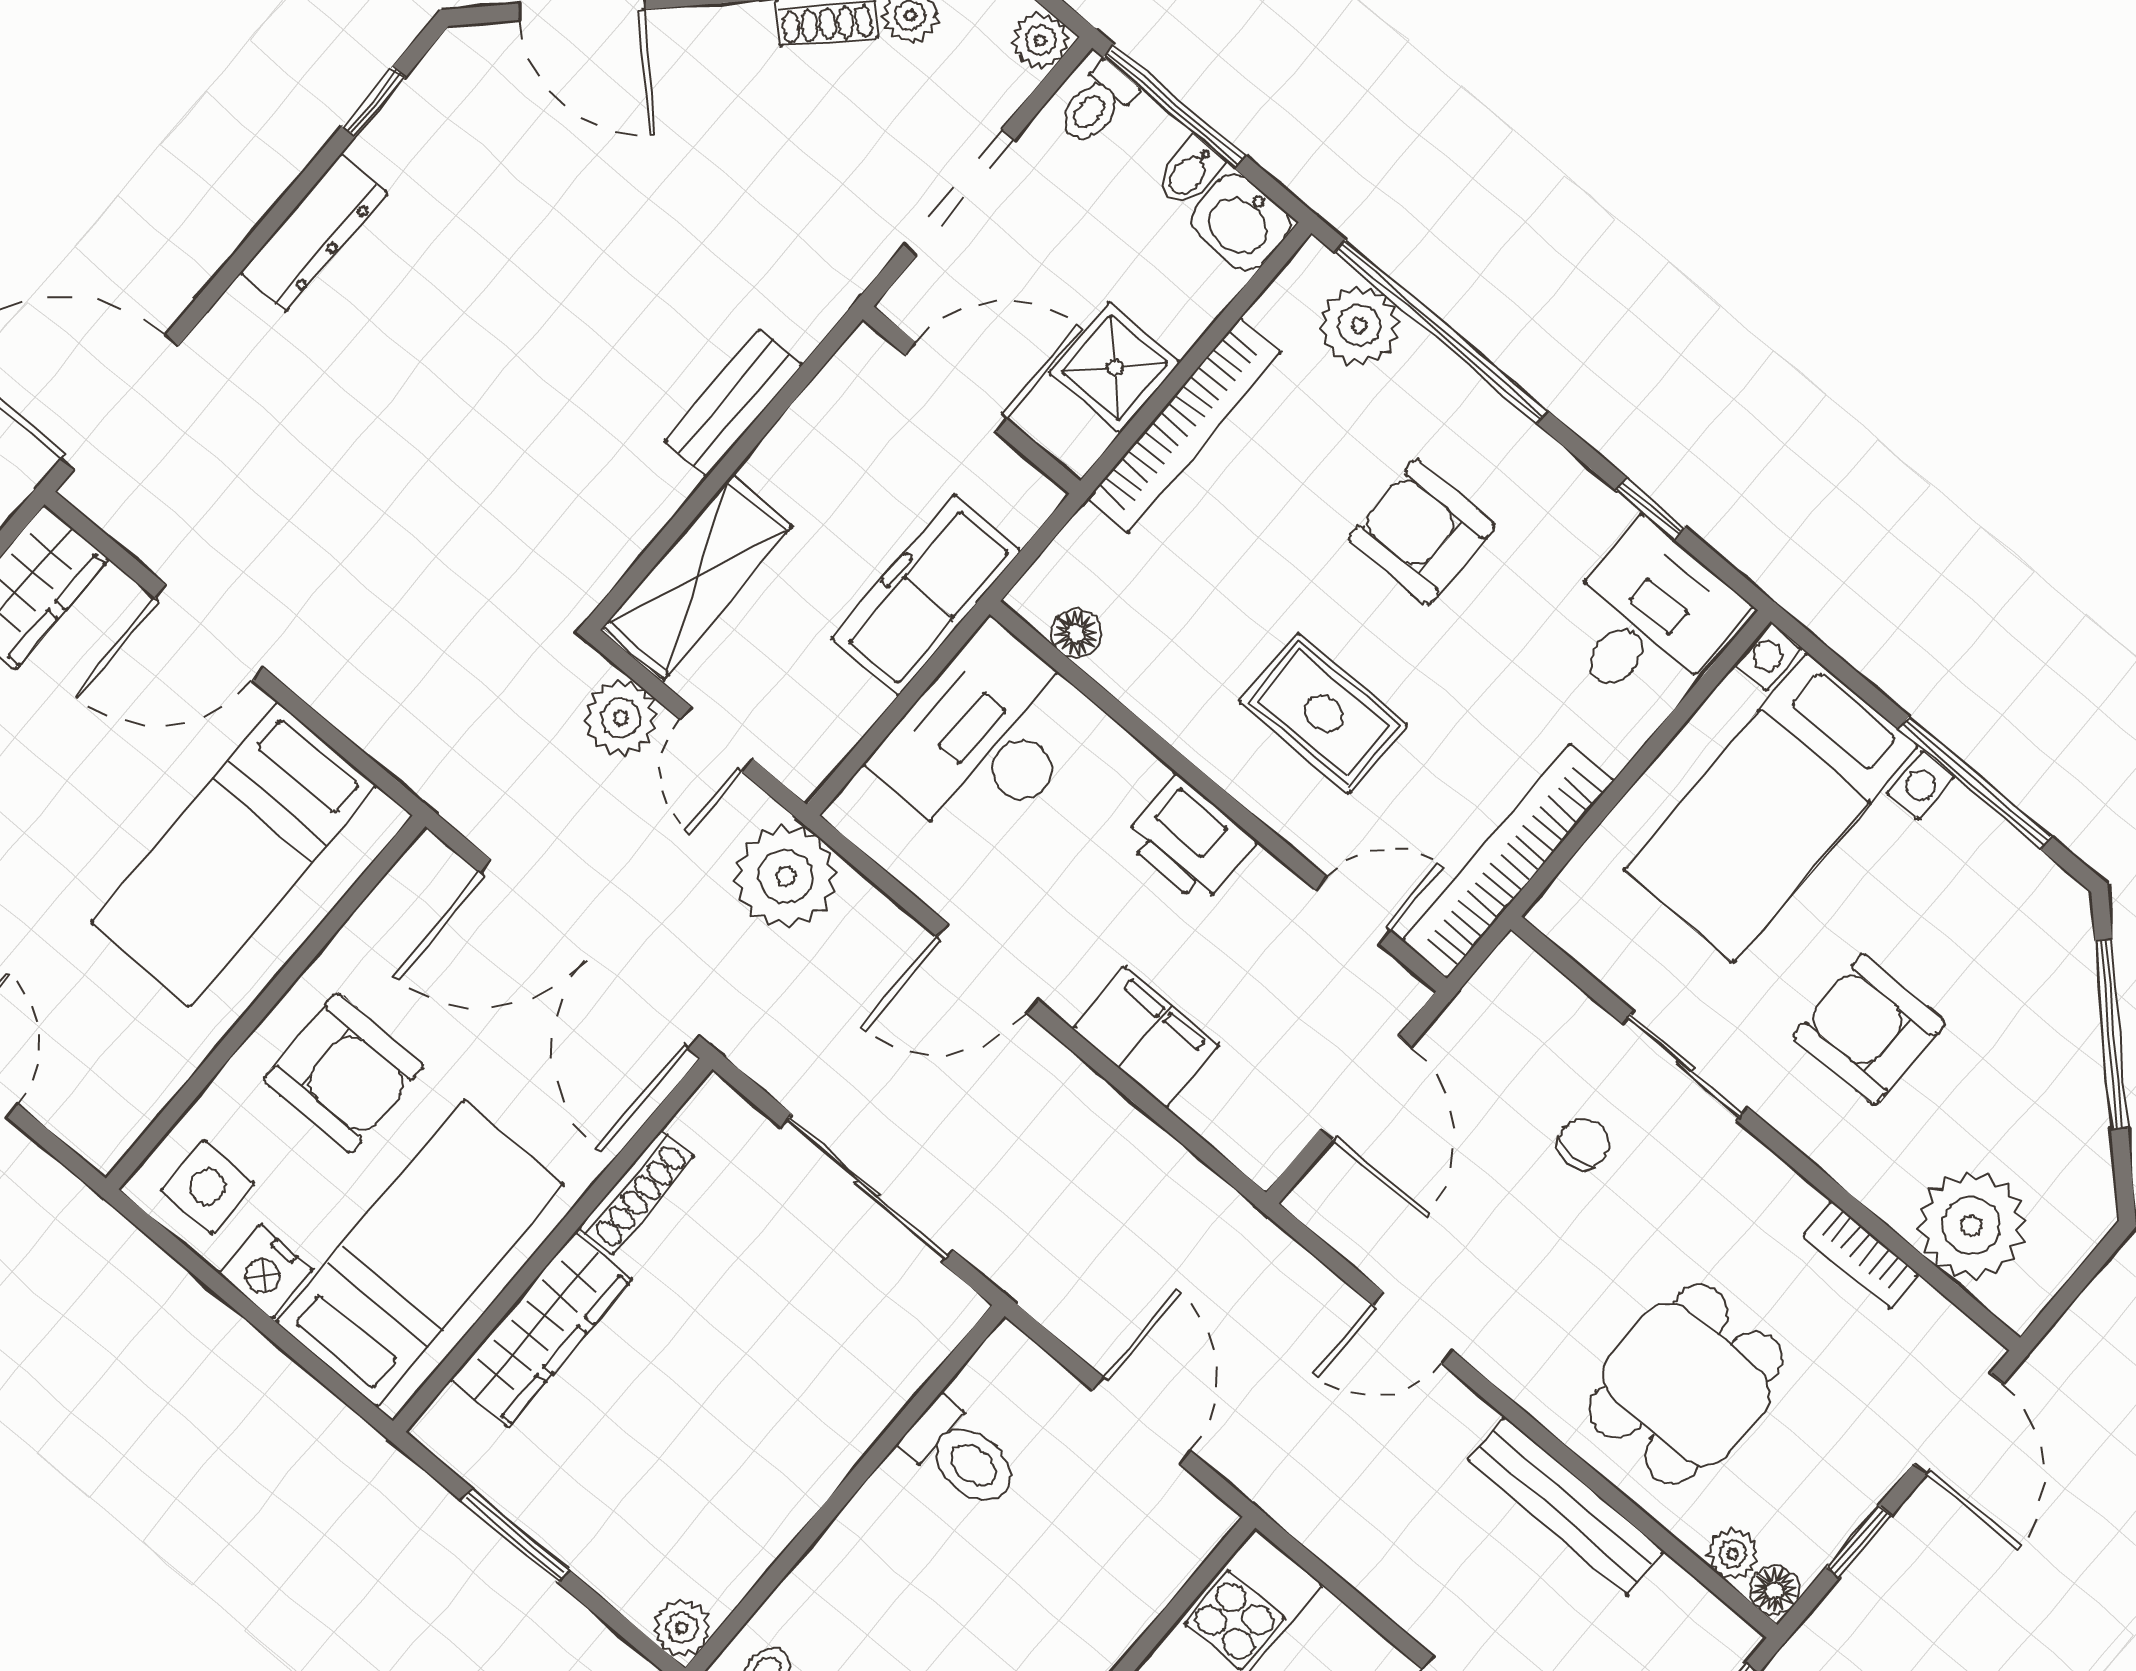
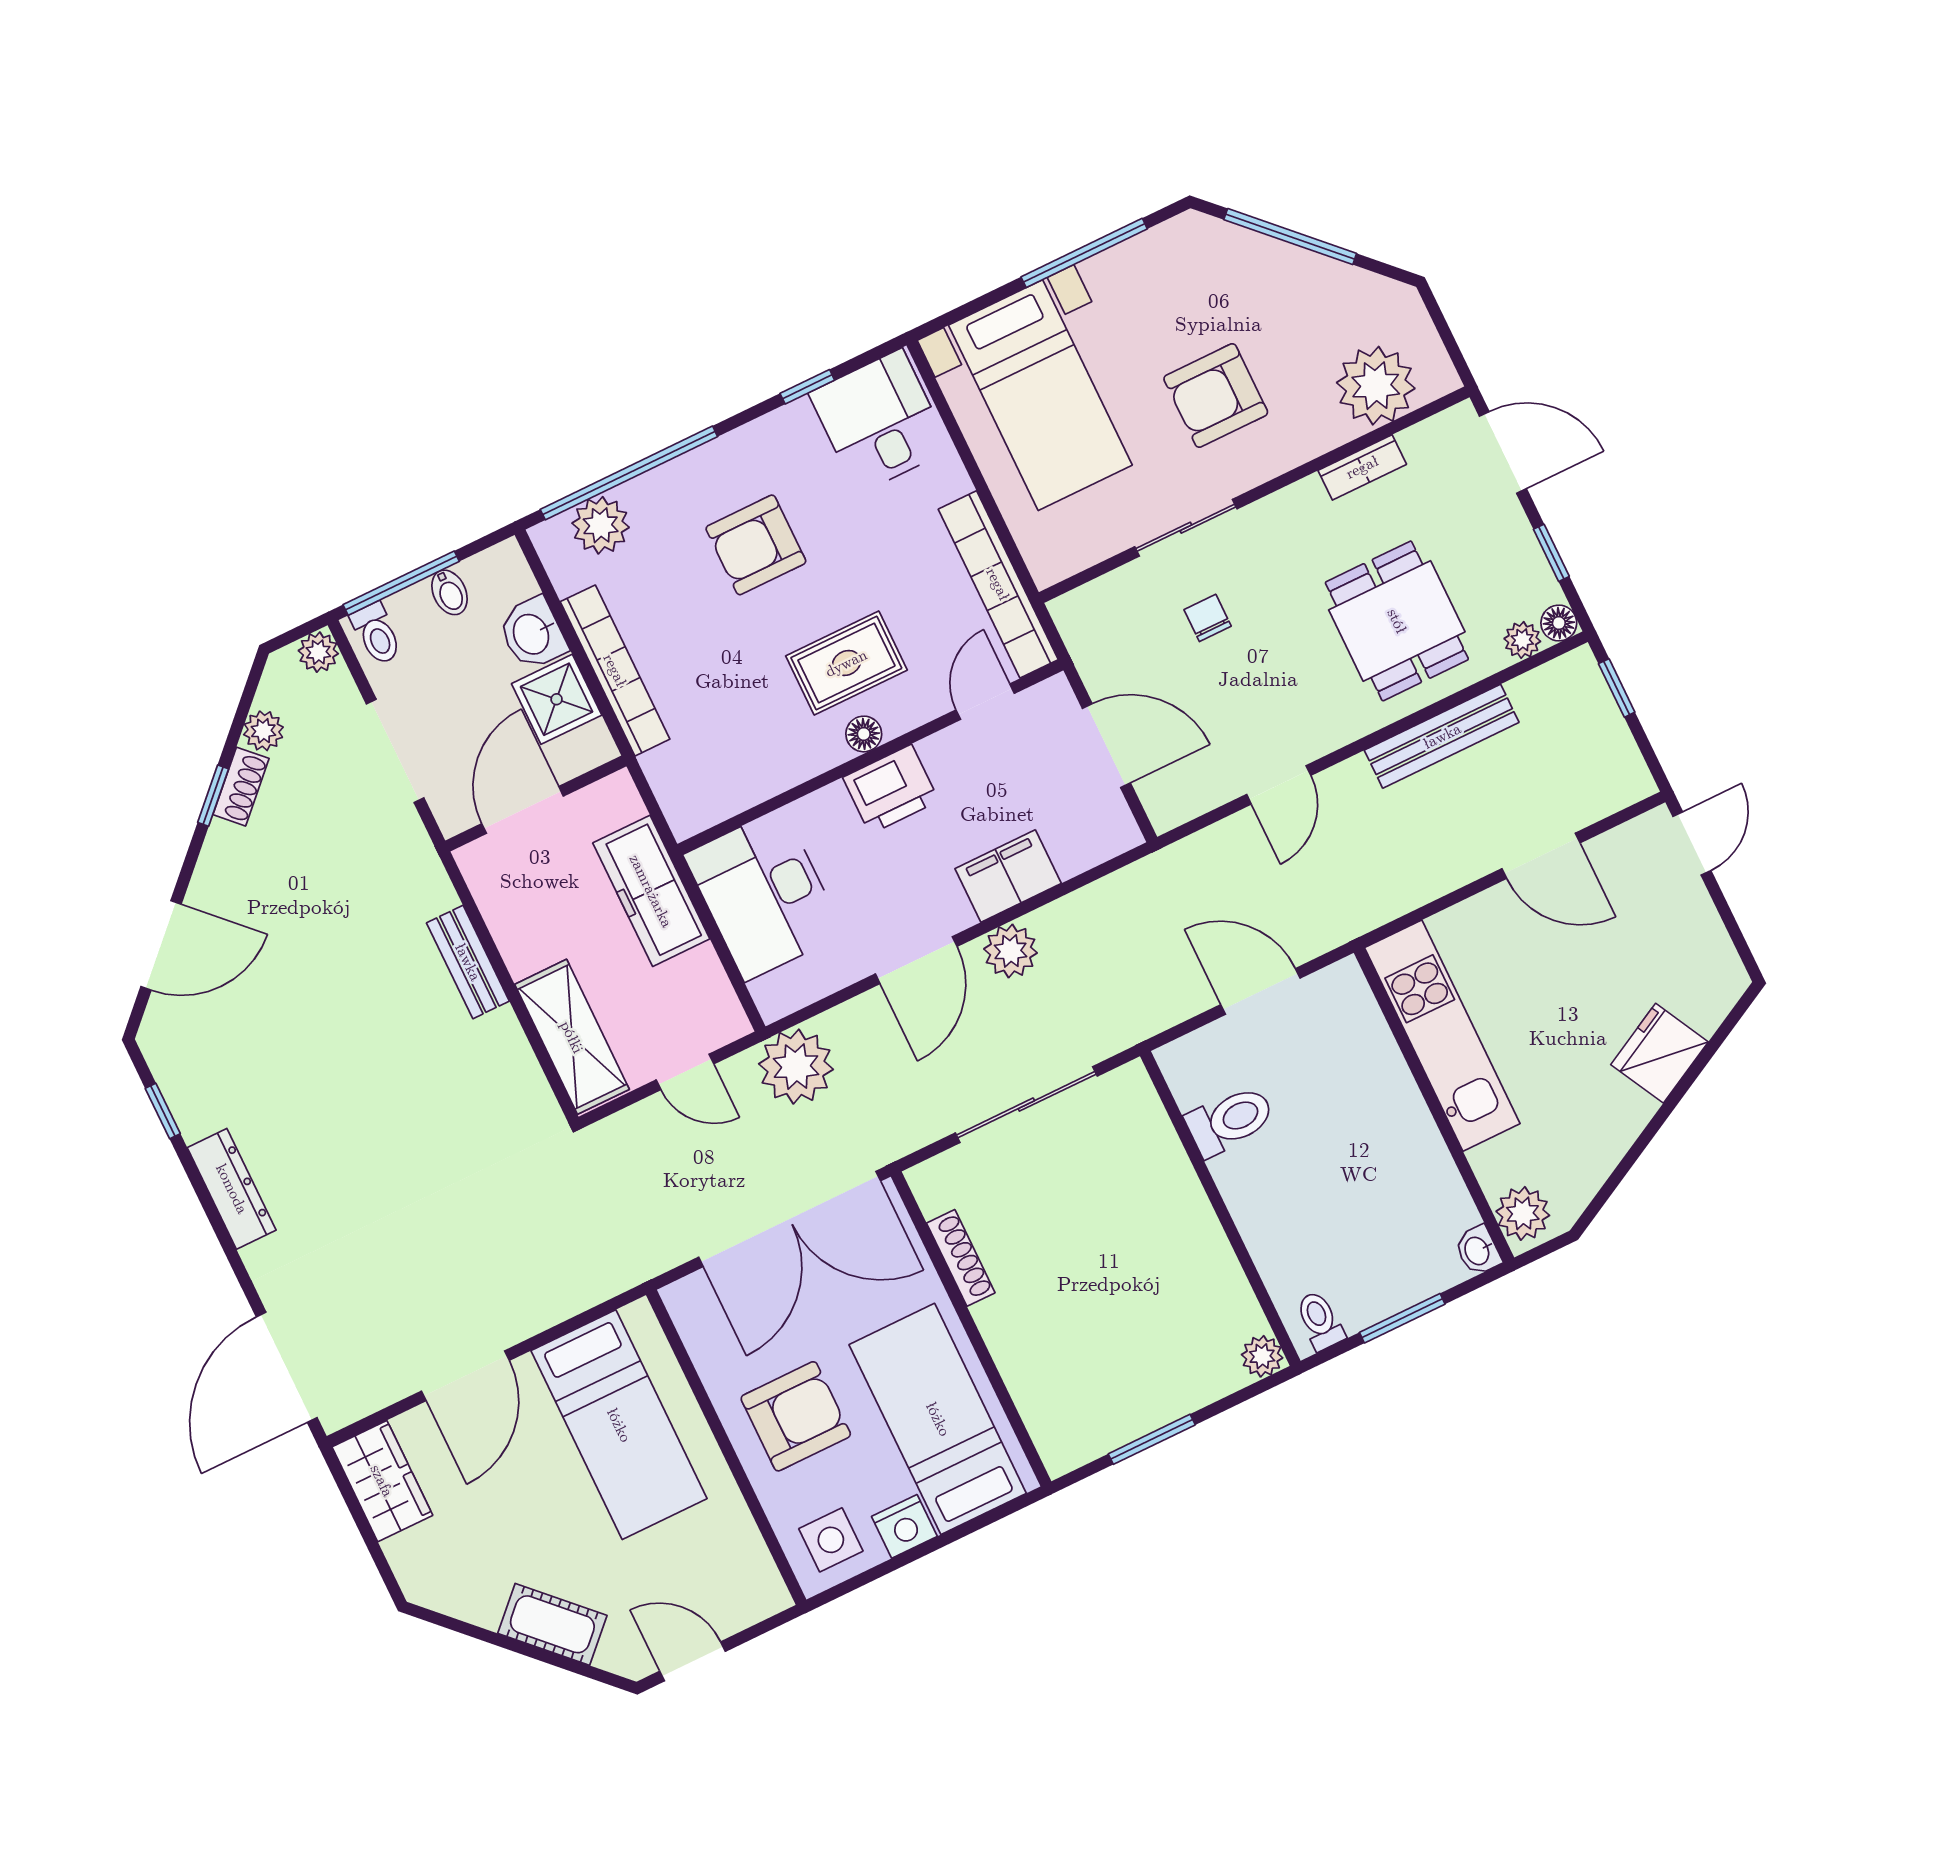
washbasin: (1241, 222) -> (532, 634), moved, turned 90
floor lamp: (1076, 633) -> (864, 734), moved
plant: (621, 718) -> (1011, 951), moved
wardrobe: (541, 1329) -> (1023, 1361), removed

